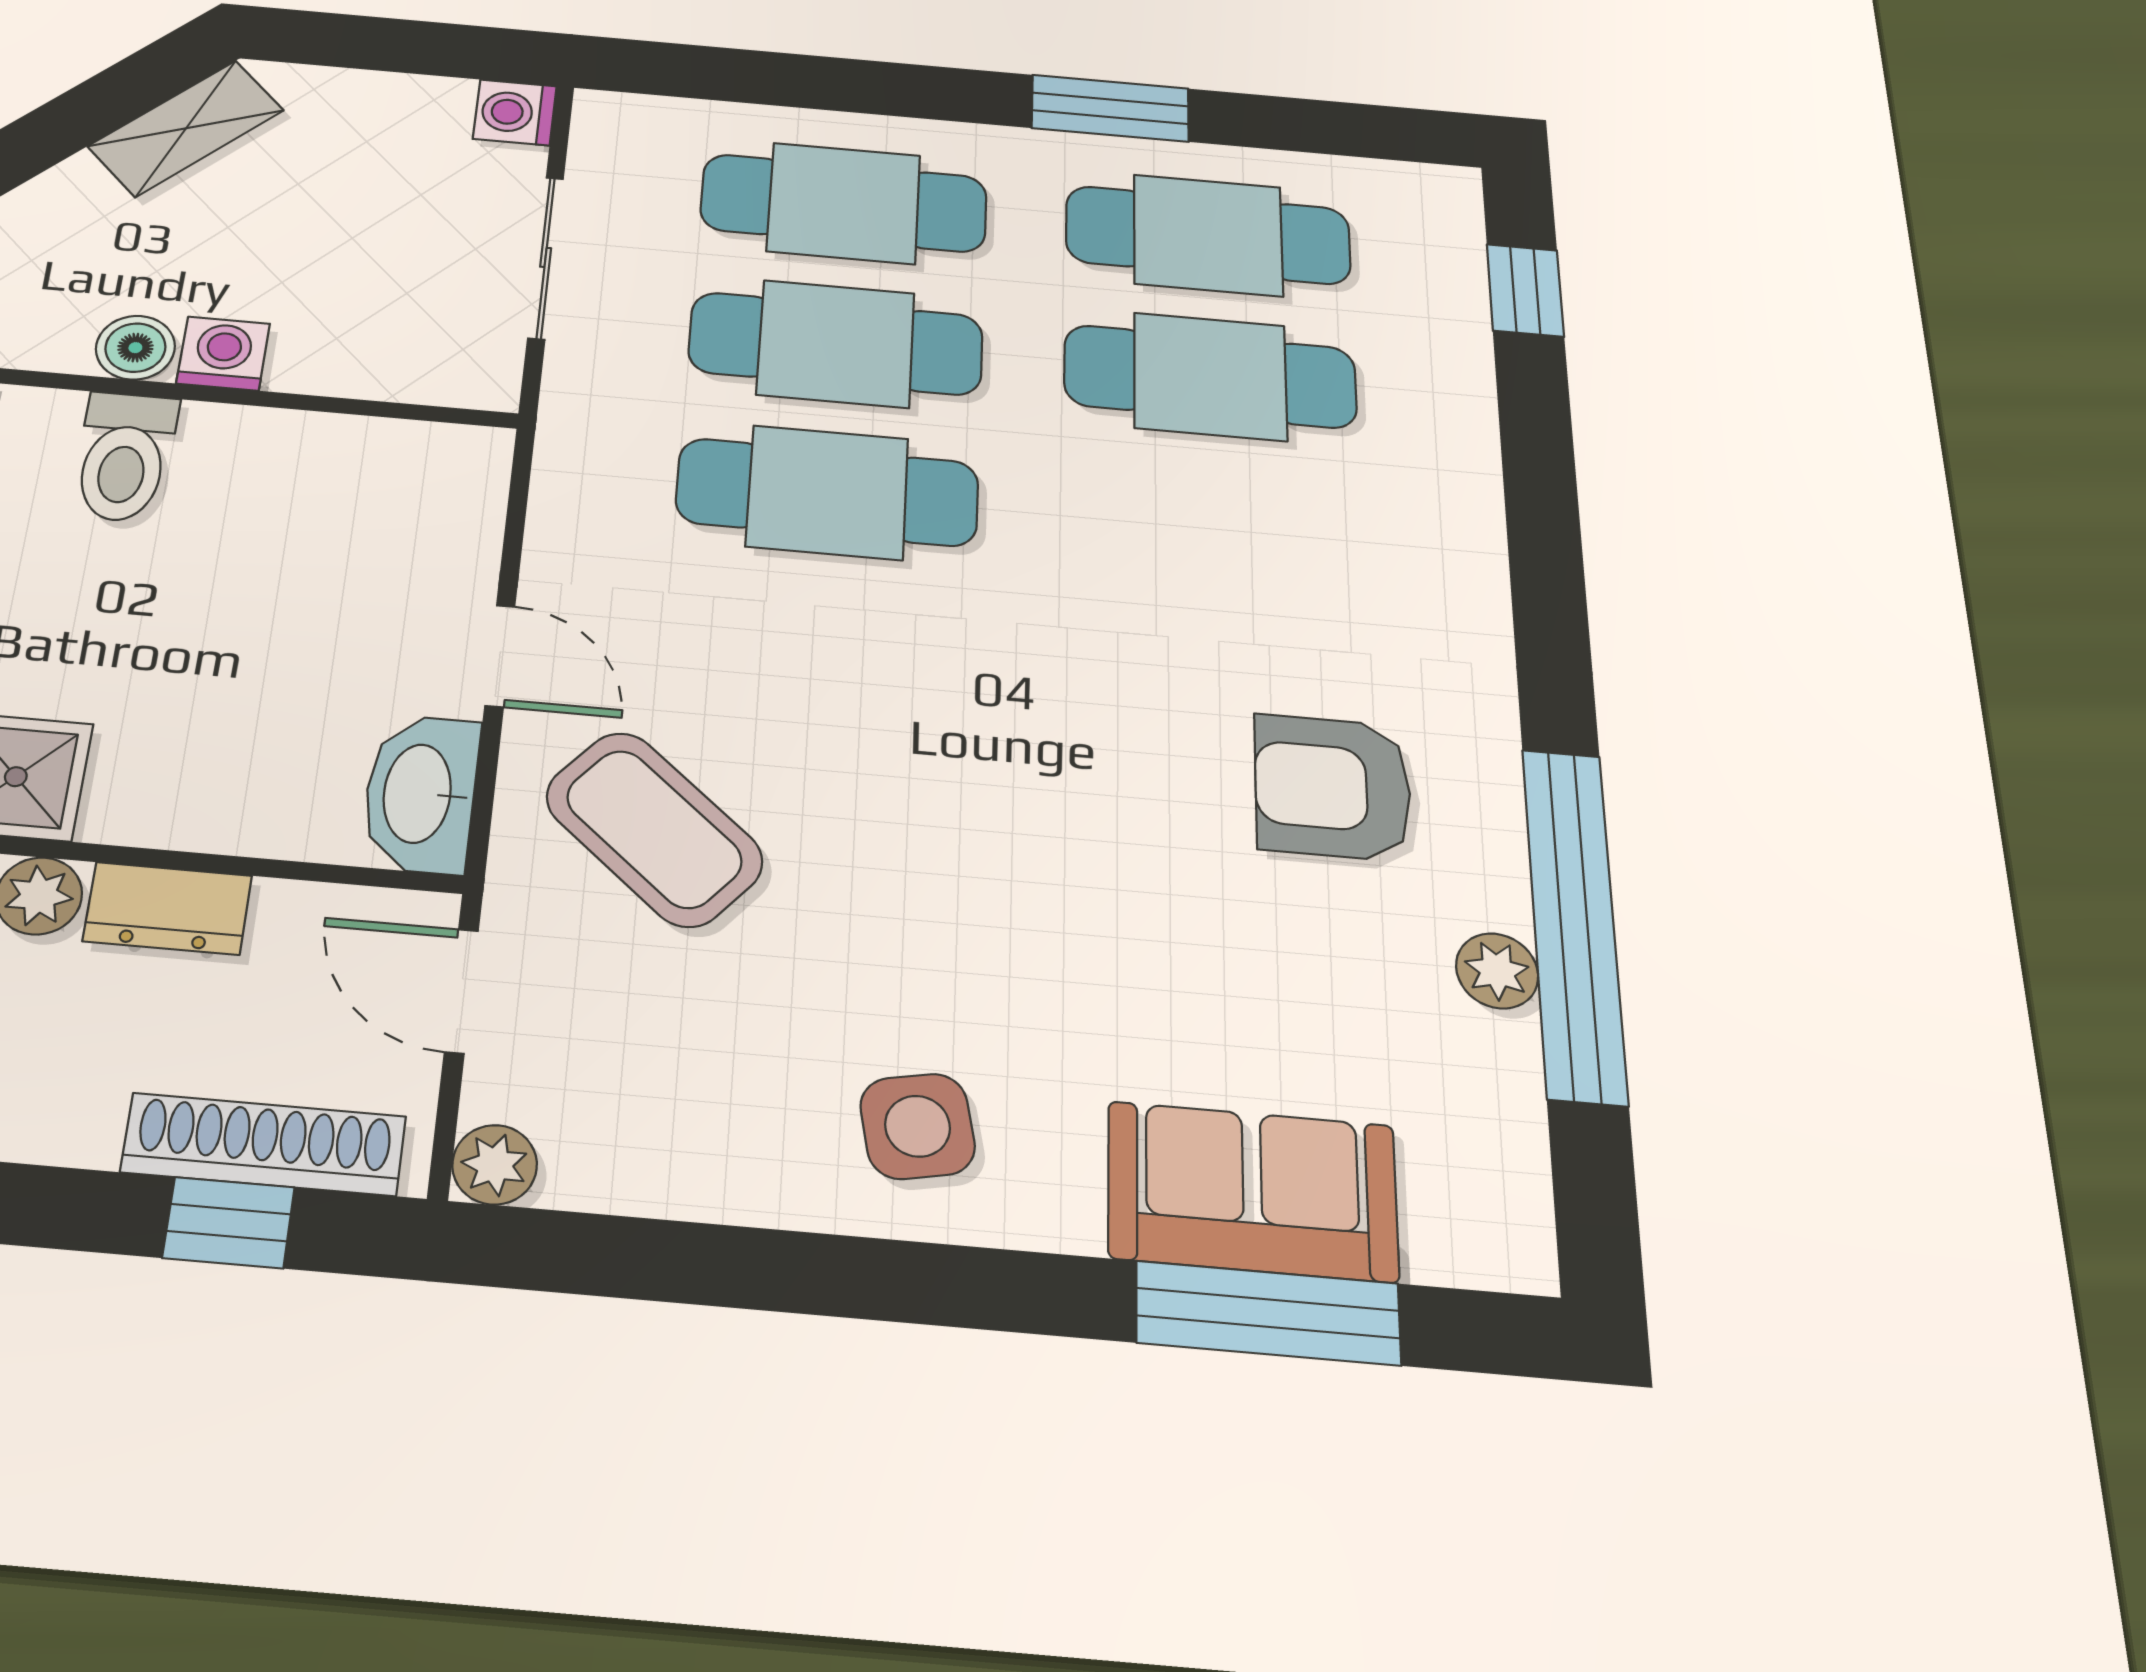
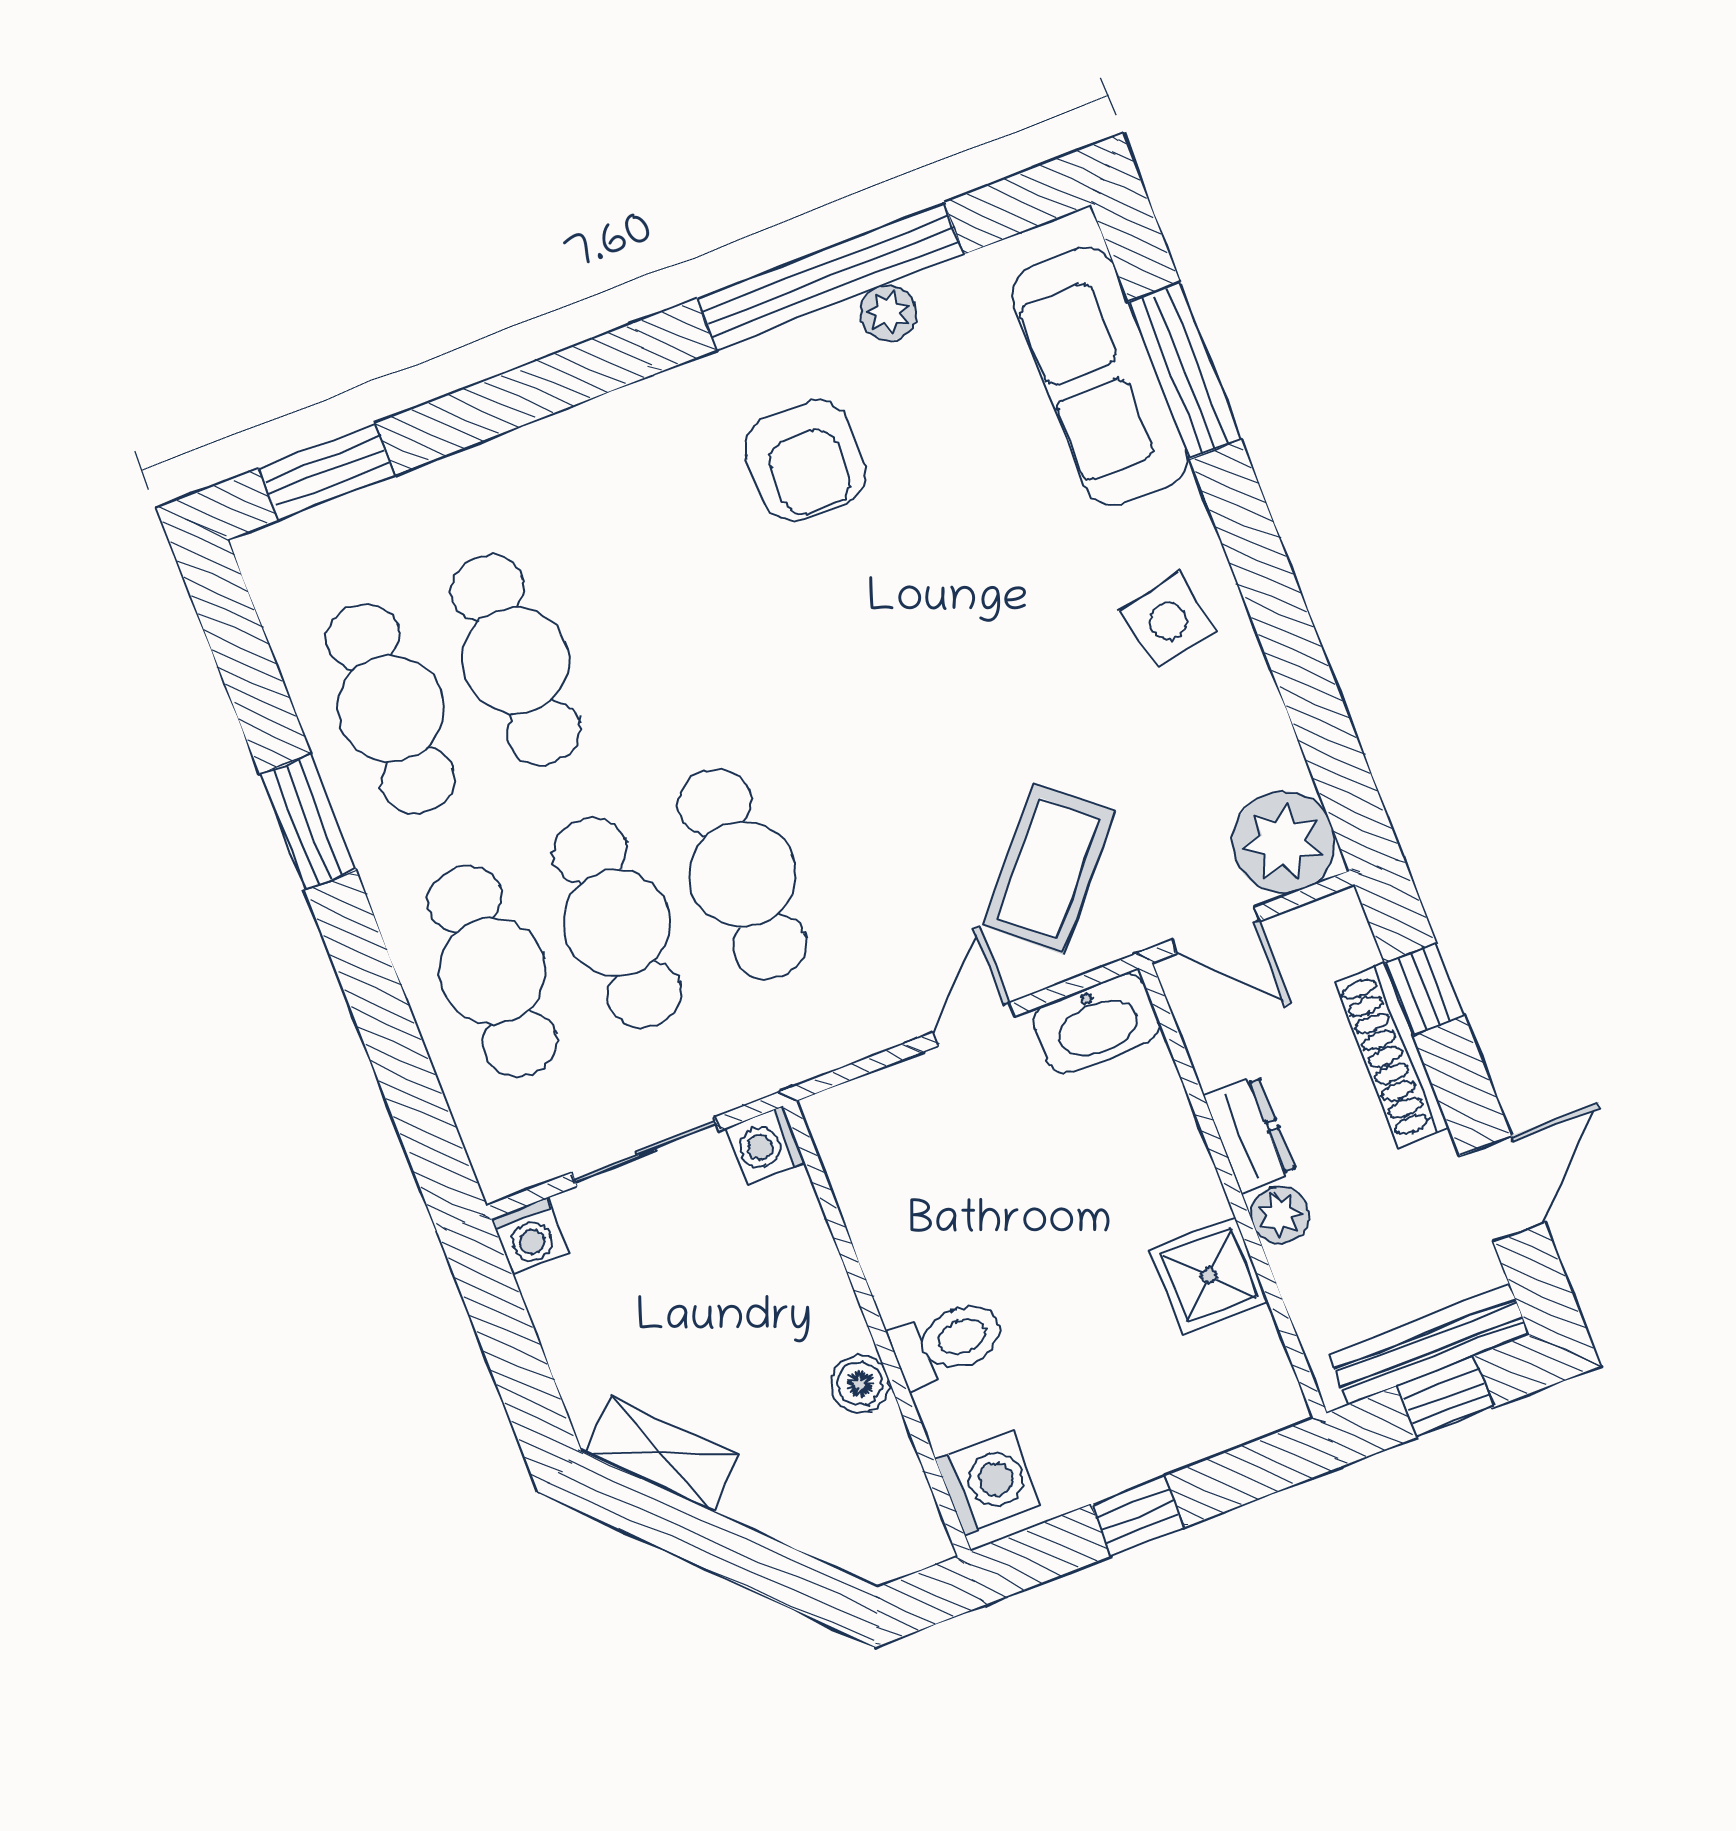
window: (1525, 290) -> (327, 472), width x1.50
washing machine: (223, 354) -> (766, 1145), moved
door: (461, 991) -> (1215, 931), hinge flipped
shoe rack: (264, 1144) -> (1391, 1055), moved
plant: (495, 1165) -> (1284, 842), width x1.87, depth x1.87
sofa: (1252, 1191) -> (1100, 377), width x1.36

